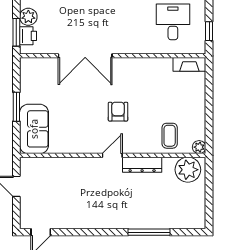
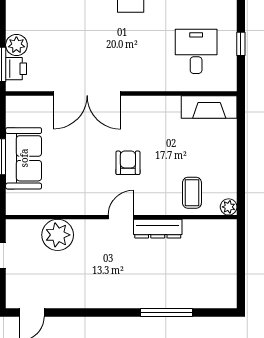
window: (209, 31) -> (241, 44), moved
fireplace: (189, 64) -> (209, 107), width x1.37, depth x1.32
sofa: (34, 129) -> (24, 158), moved
plant: (188, 170) -> (58, 235), moved

